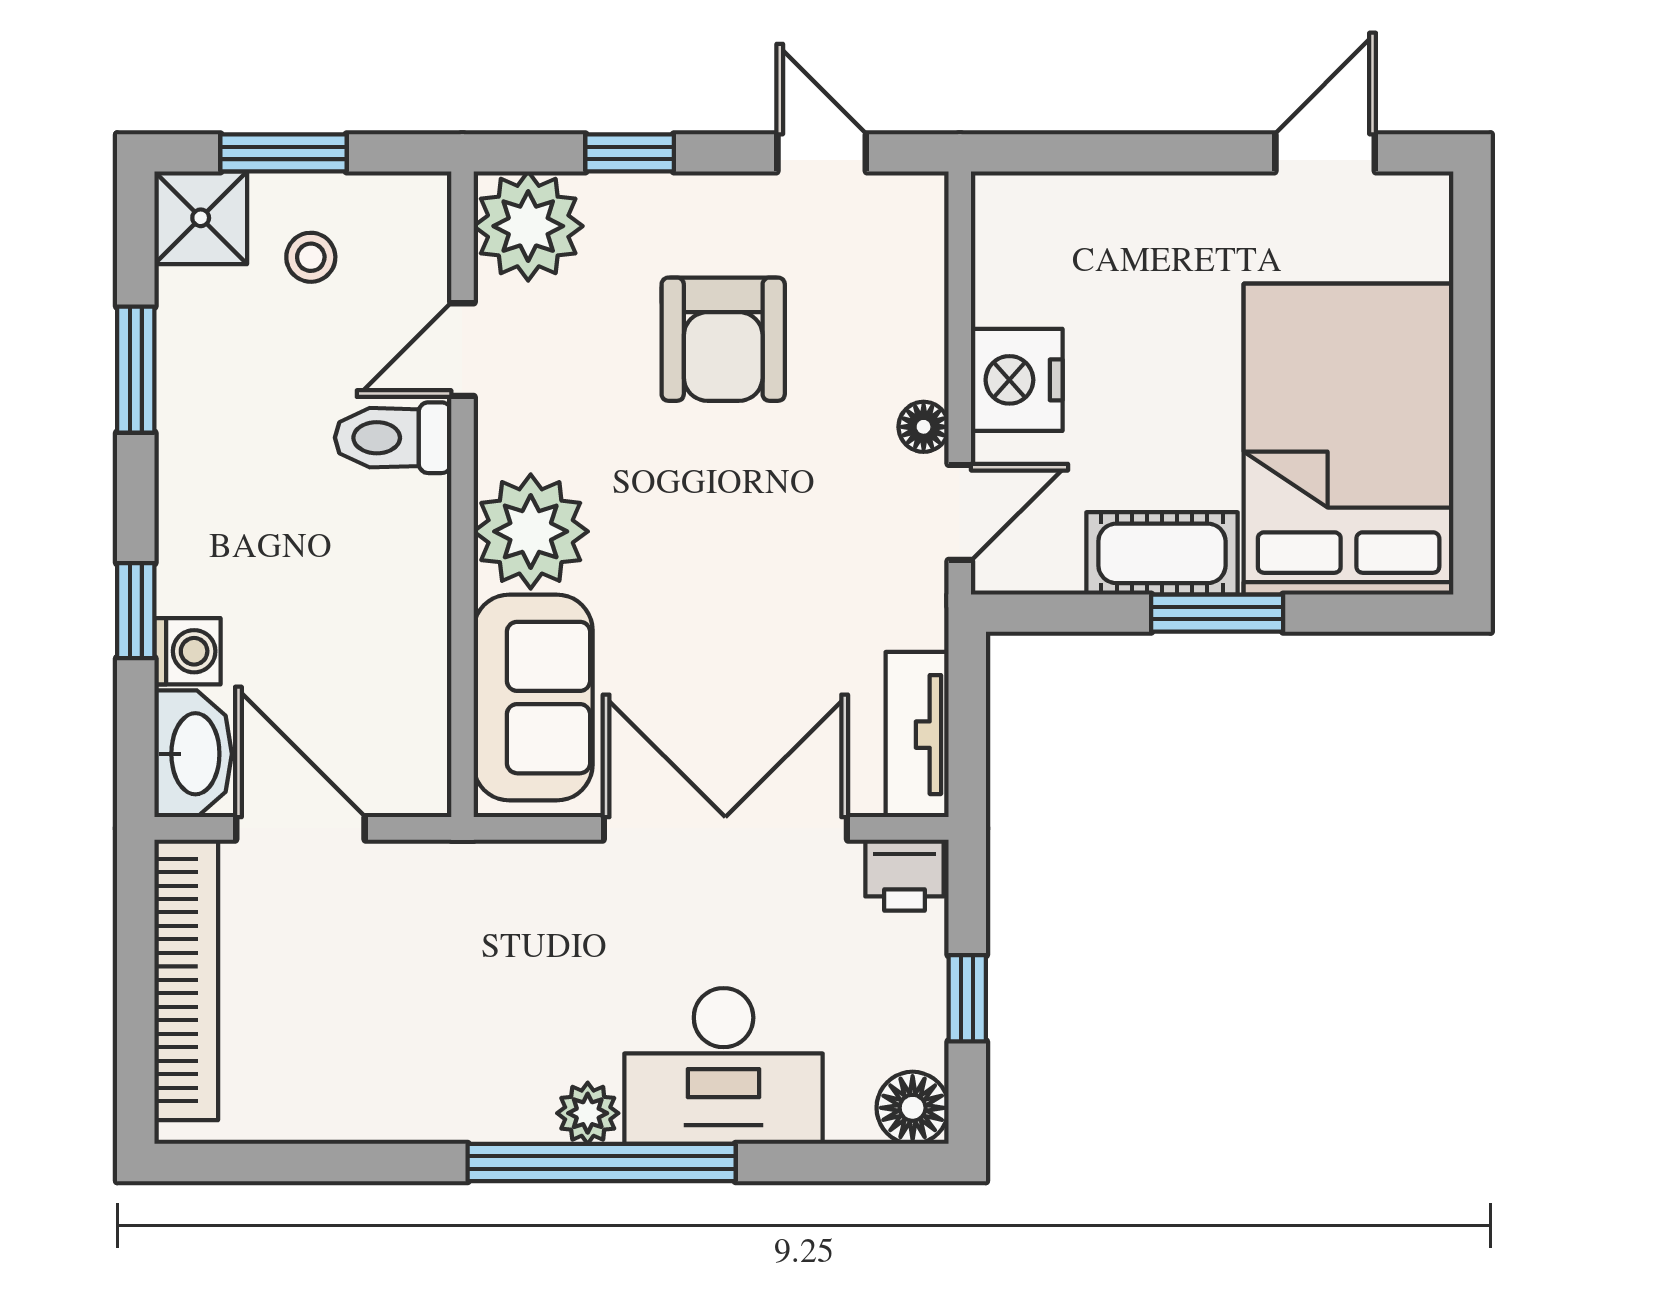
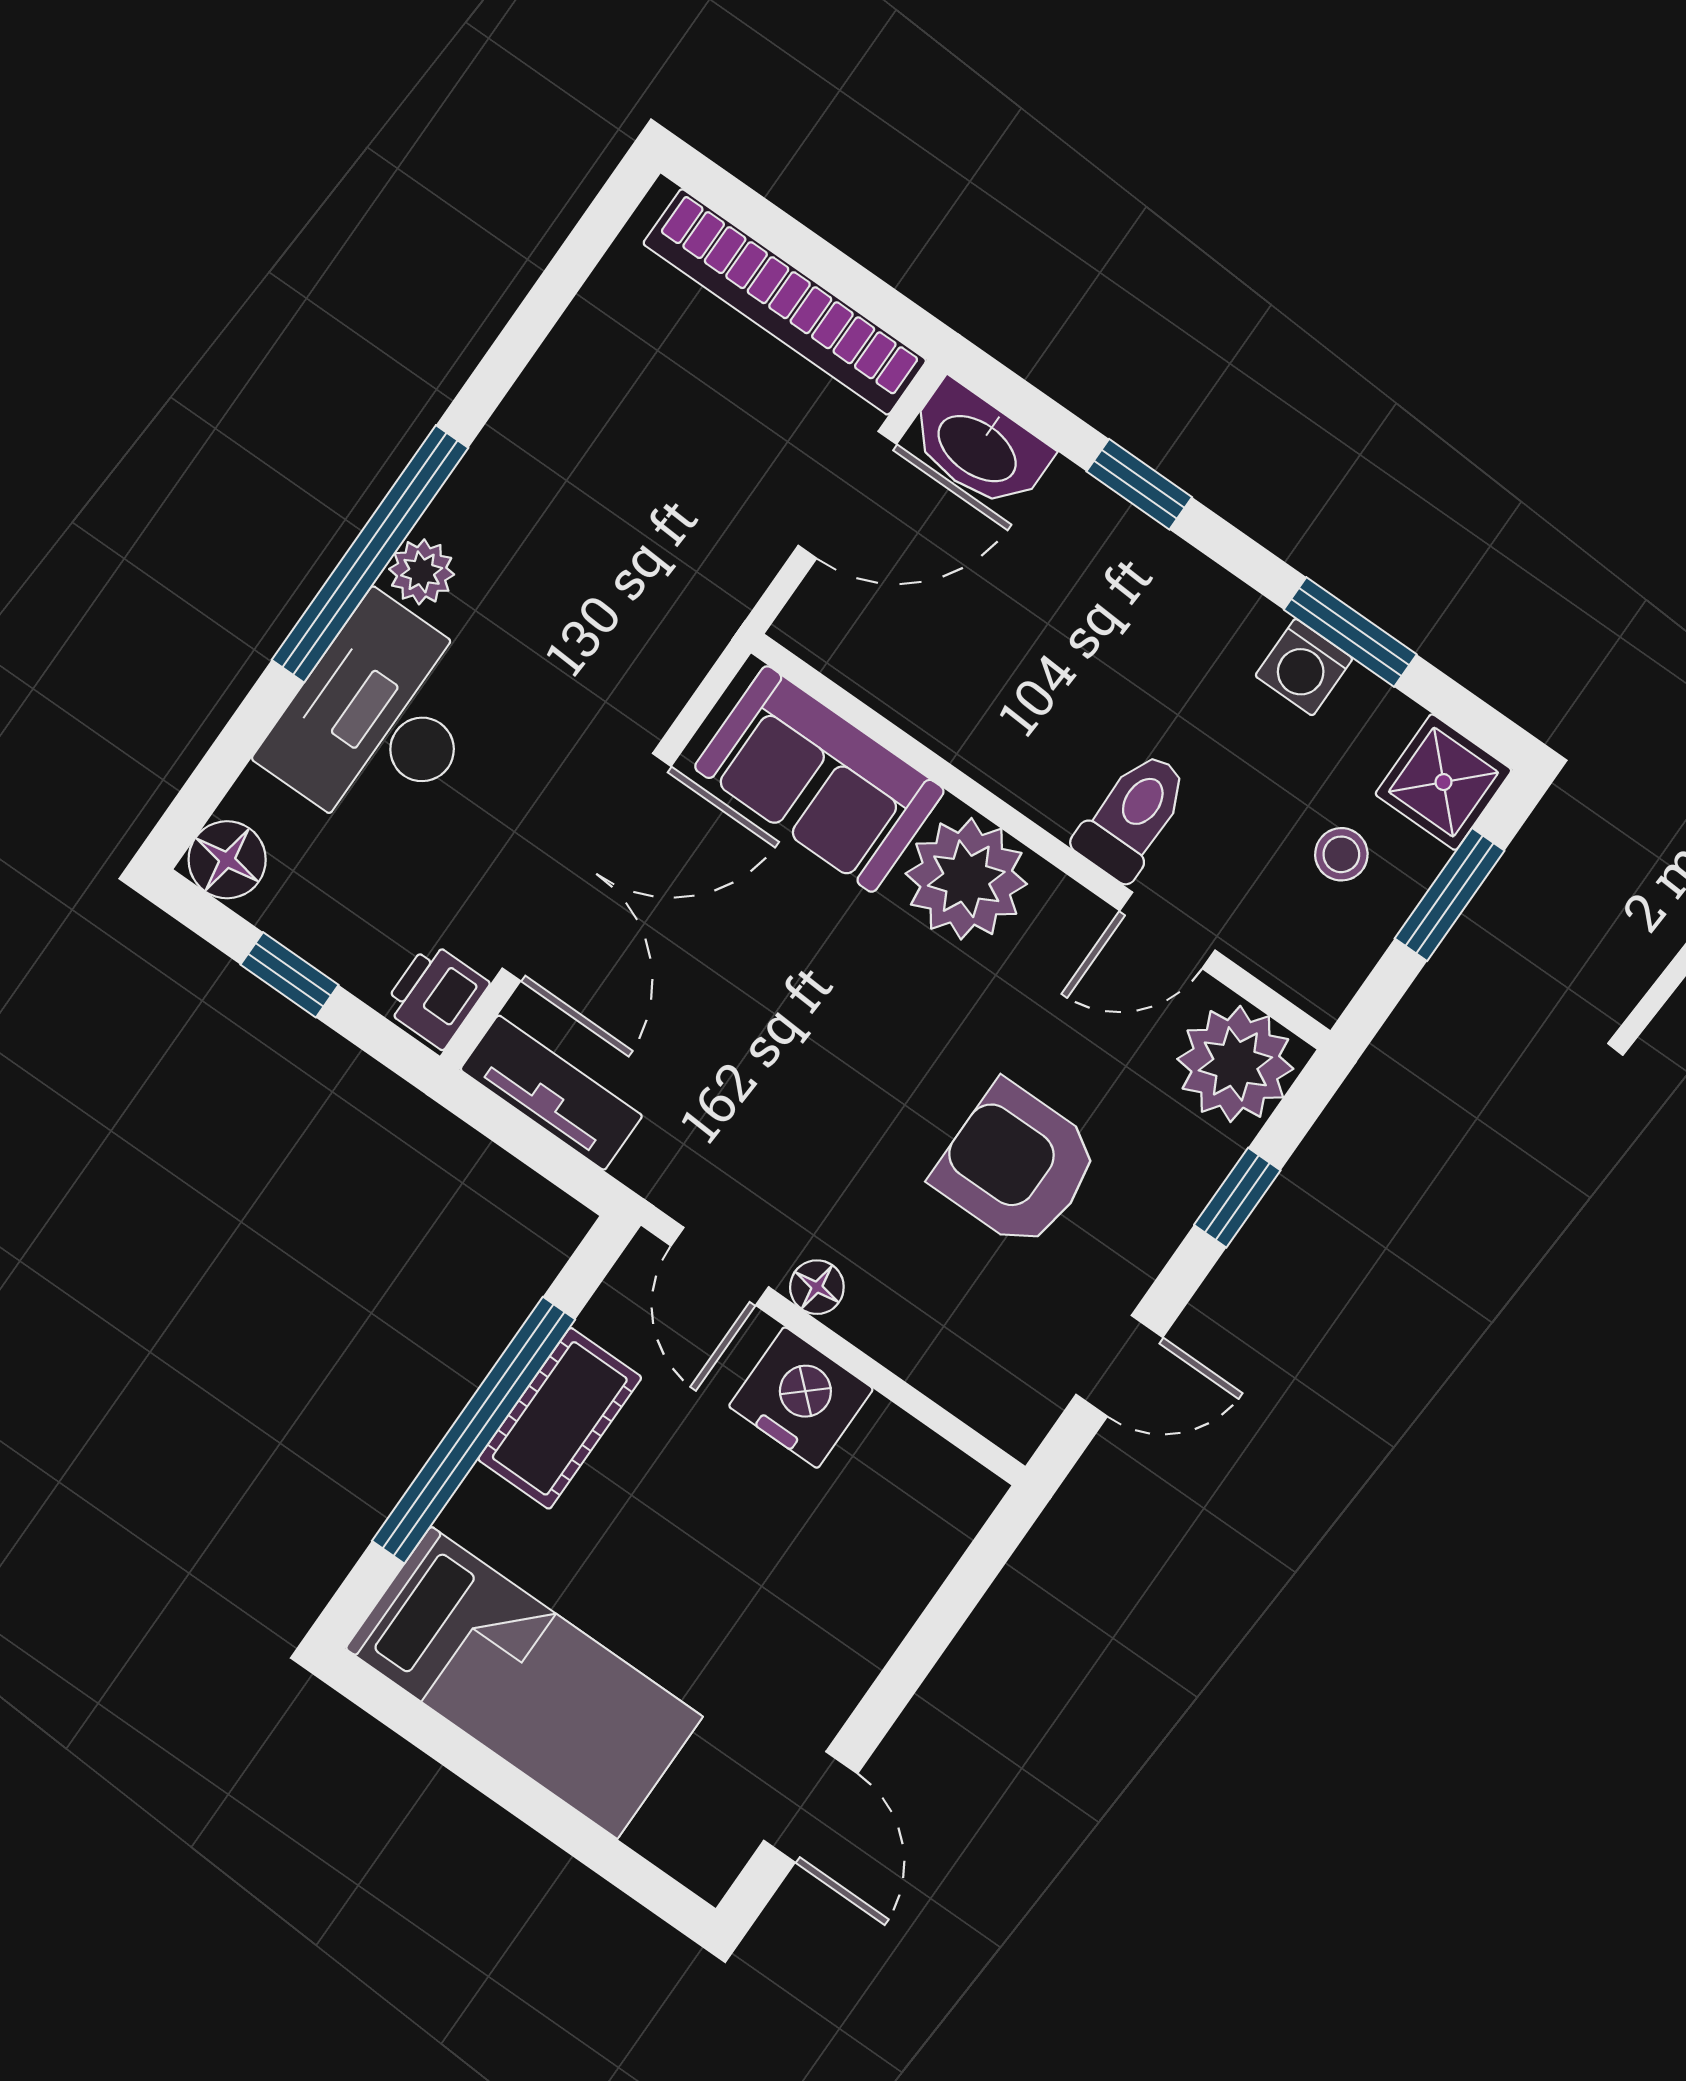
door: (462, 350) -> (1167, 930), swing flipped
bed: (1349, 439) -> (524, 1683), width x0.67
window: (1217, 613) -> (474, 1430), width x2.11
washing machine: (187, 651) -> (1304, 667), moved

